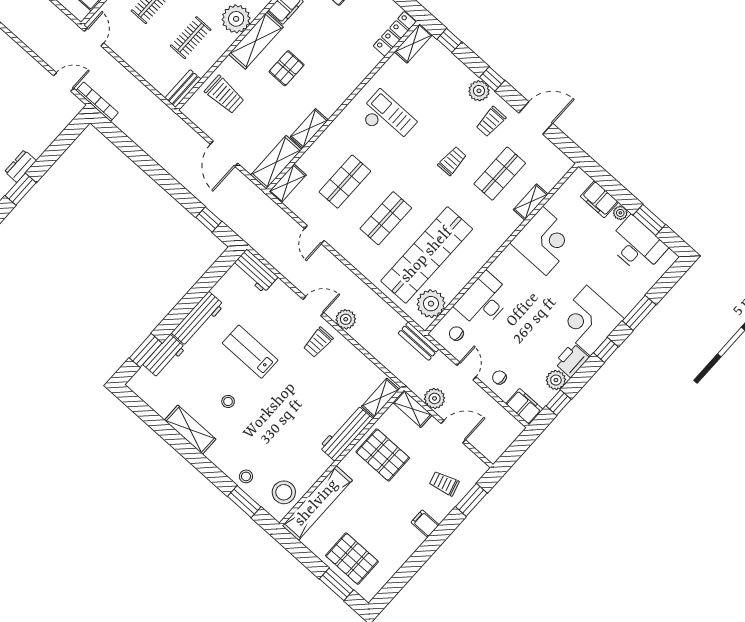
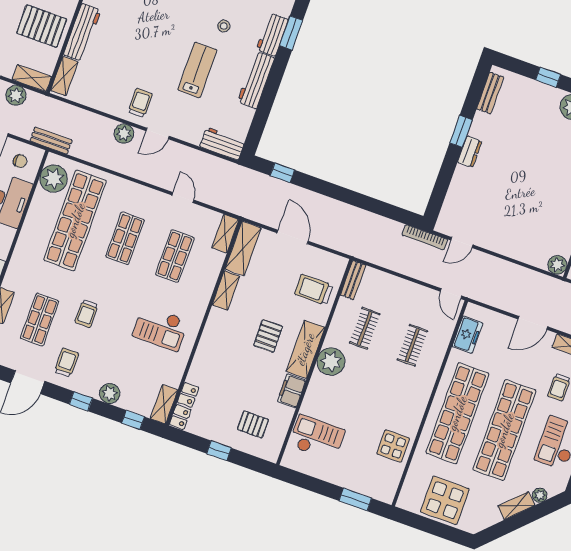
plant: (479, 91) -> (110, 394), moved
lab bench: (250, 352) -> (197, 70), turned -90
stool: (228, 401) -> (224, 26), moved

